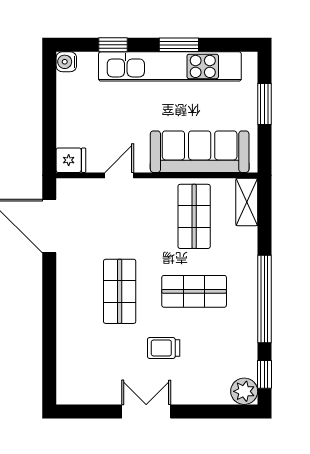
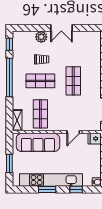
trolley: (164, 348) -> (42, 59), moved
plant: (244, 391) -> (41, 37), moved

